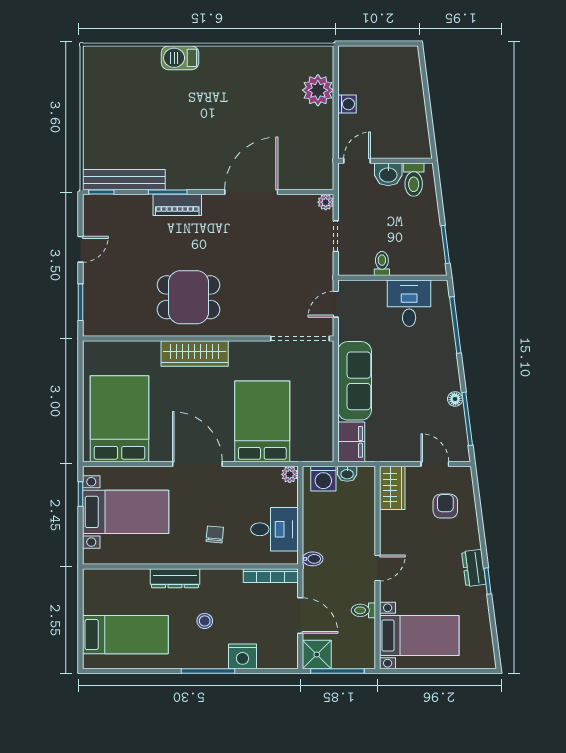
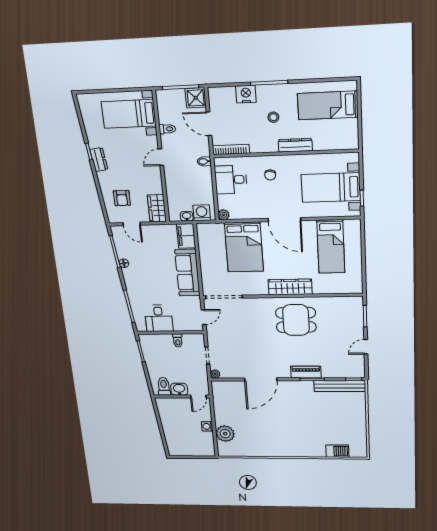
barbecue: (180, 58) -> (337, 451), moved
bed: (120, 419) -> (331, 247), width x0.67

